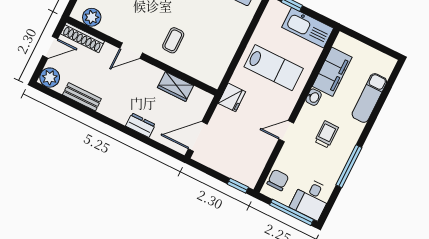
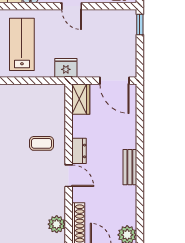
wardrobe: (176, 87) -> (81, 99), moved
bench: (82, 97) -> (130, 167), moved
dresser: (140, 125) -> (79, 151), moved, turned 180

